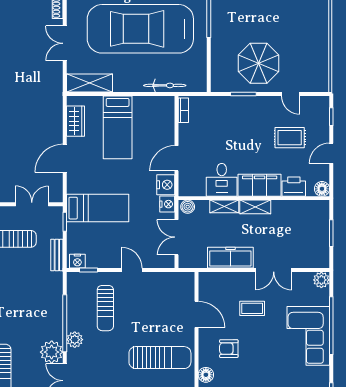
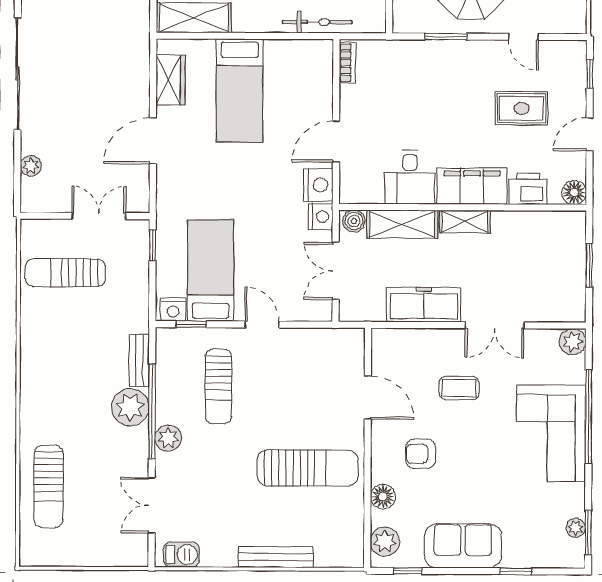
shelving: (224, 206) -> (402, 224), width x1.50, depth x1.33
bed: (98, 208) -> (211, 271), moved, turned -90
bench: (57, 255) -> (139, 360), moved
plant: (52, 352) -> (130, 407), moved

